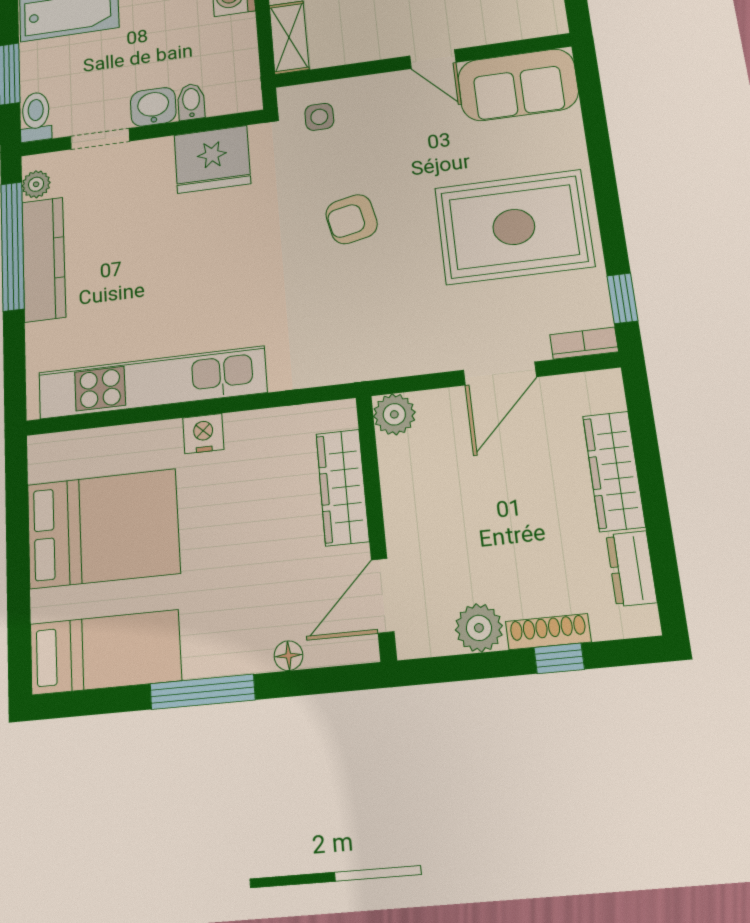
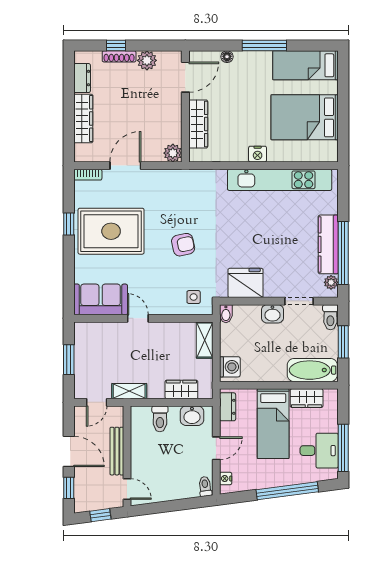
bidet: (191, 102) -> (226, 314), moved
window: (622, 298) -> (69, 224), moved

